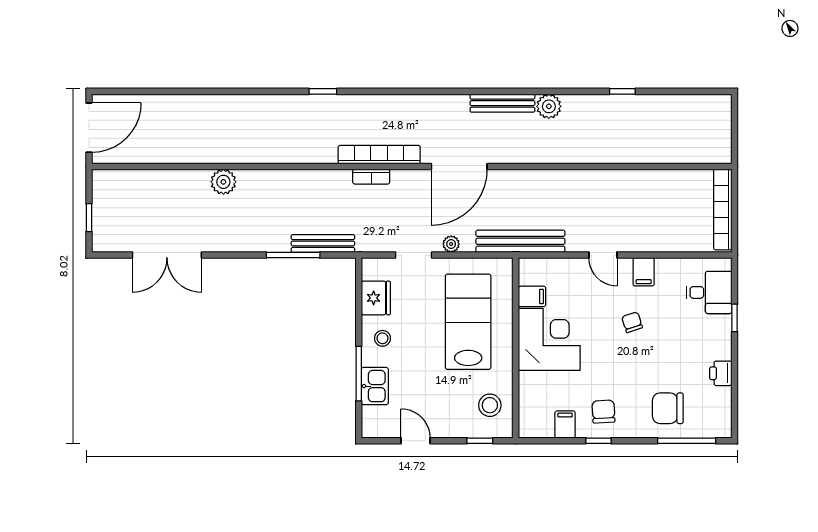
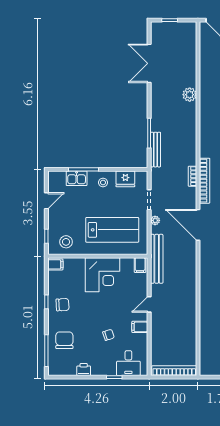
filing cabinet: (532, 296) -> (140, 265), moved
chair: (632, 322) -> (108, 335), moved
filing cabinet: (565, 425) -> (55, 264), moved

